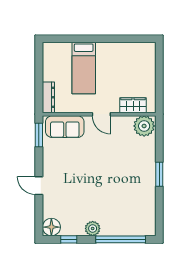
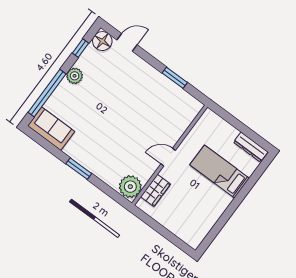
dresser: (48, 97) -> (251, 147), moved
sofa: (65, 127) -> (51, 129), moved, turned 90
window: (39, 135) -> (175, 78), moved
door: (39, 186) -> (127, 42), moved

